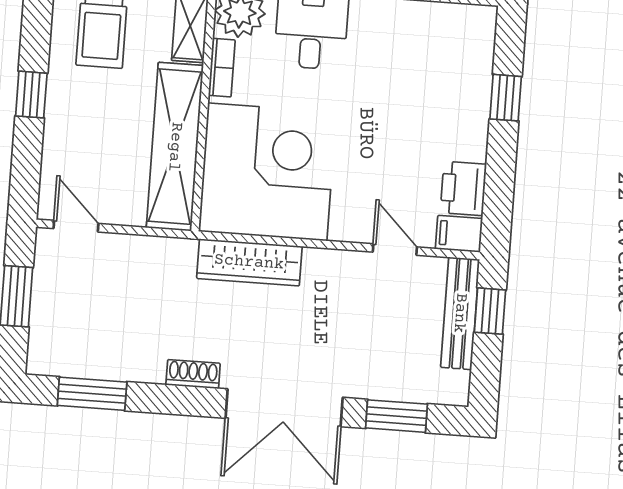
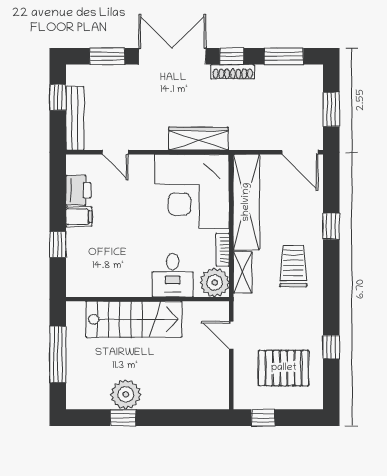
door: (76, 226) -> (300, 152), width x1.37
filing cabinet: (459, 234) -> (79, 217), moved
window: (490, 311) -> (58, 97), moved
shoe rack: (193, 374) -> (233, 72), width x1.43
window: (182, 400) -> (232, 56), added

